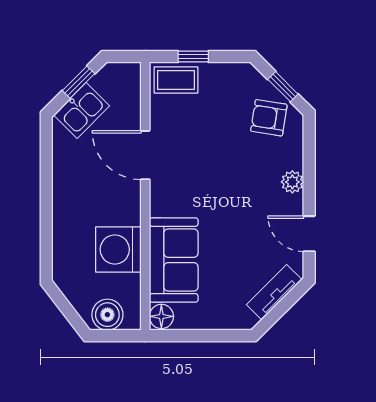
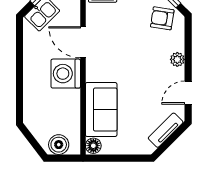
door: (309, 234) -> (188, 93), hinge flipped
washing machine: (118, 249) -> (66, 74), moved

